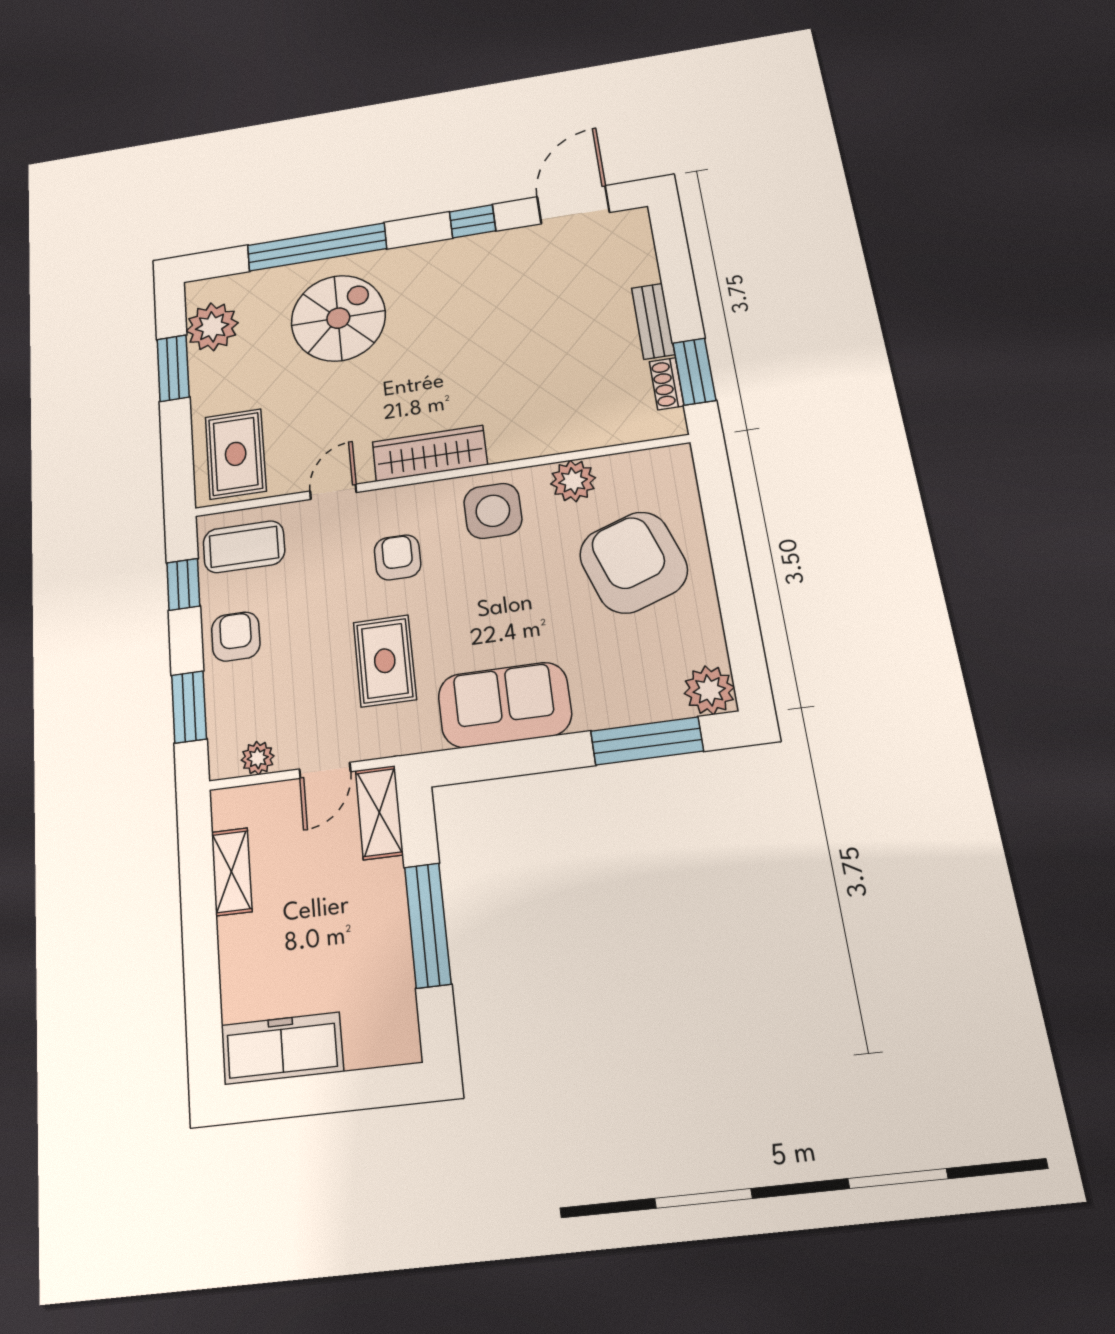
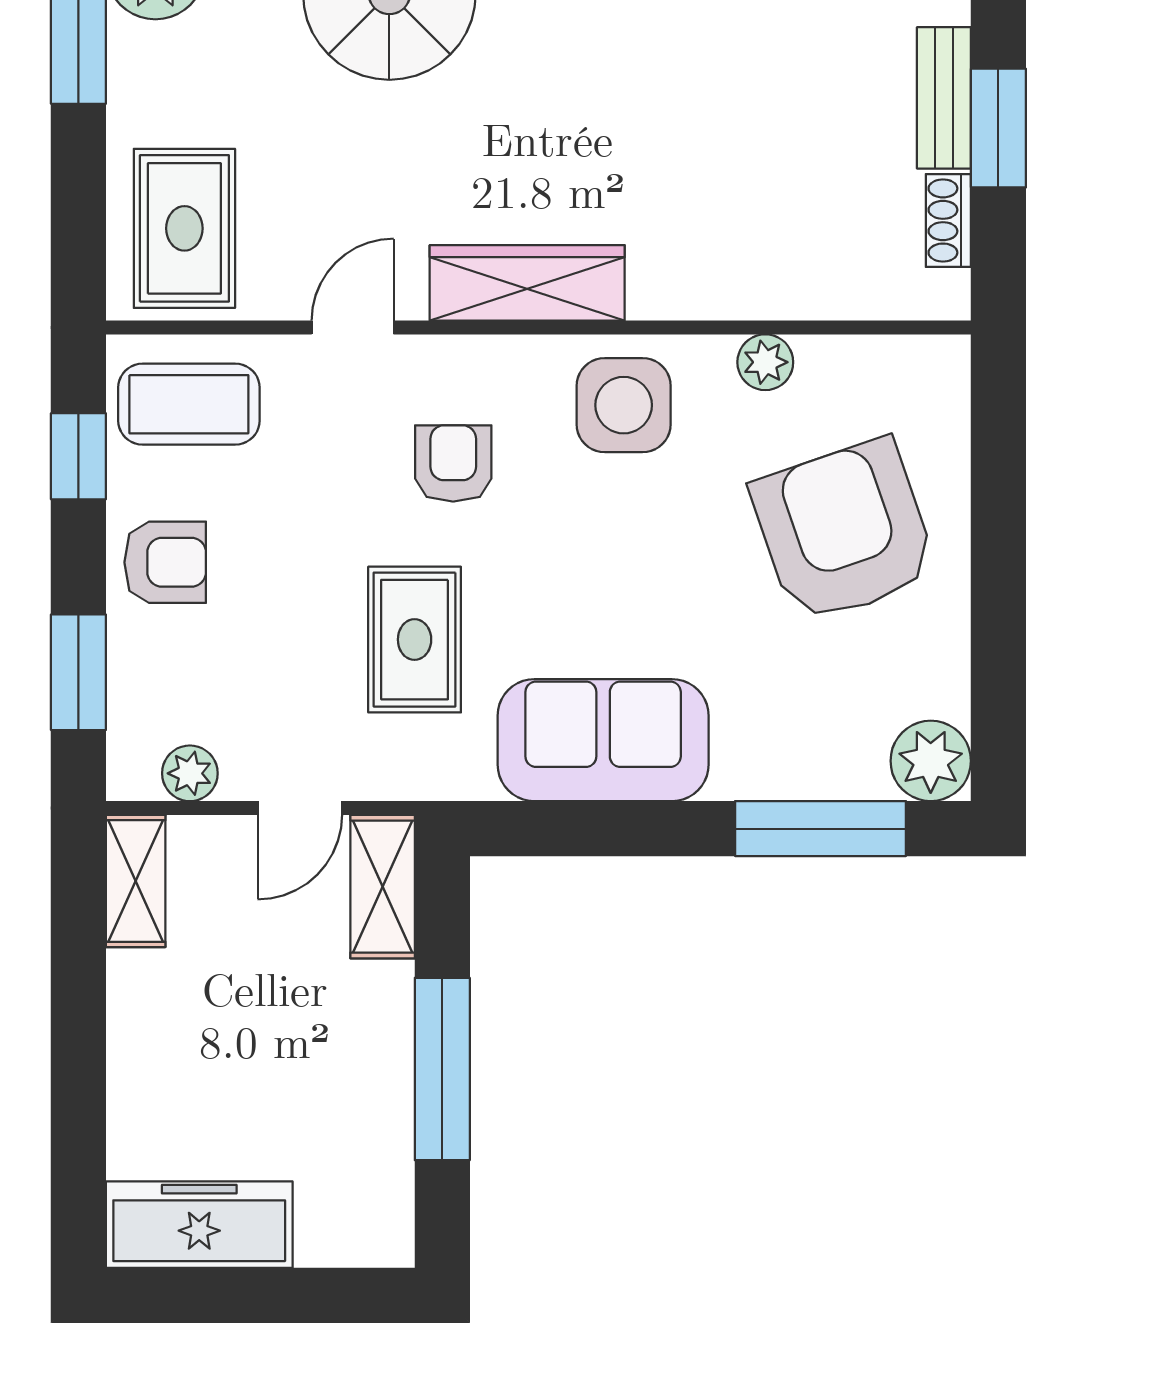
window: (694, 372) -> (998, 128), moved
plant: (573, 481) -> (765, 362), width x0.73, depth x0.73
armchair: (236, 637) -> (165, 562), turned 90
shelving: (232, 872) -> (136, 881), moved

